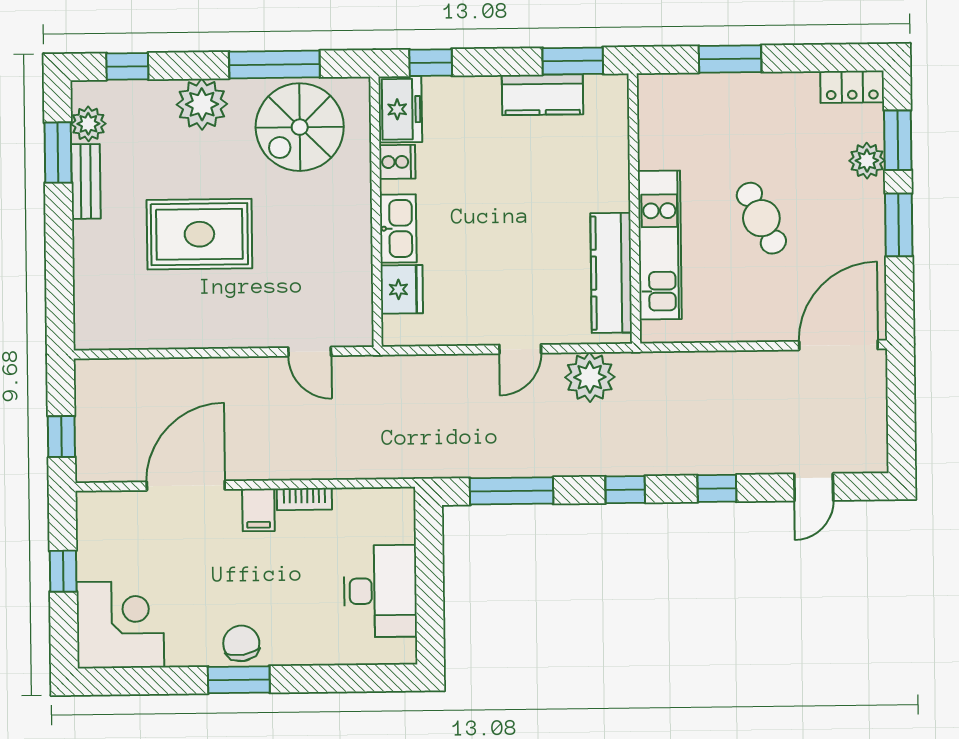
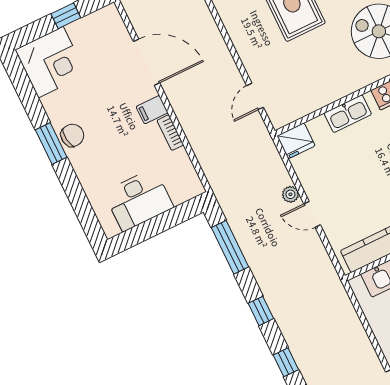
fridge: (402, 289) -> (296, 141), moved
plant: (590, 377) -> (290, 194), moved, width x0.53, depth x0.53

